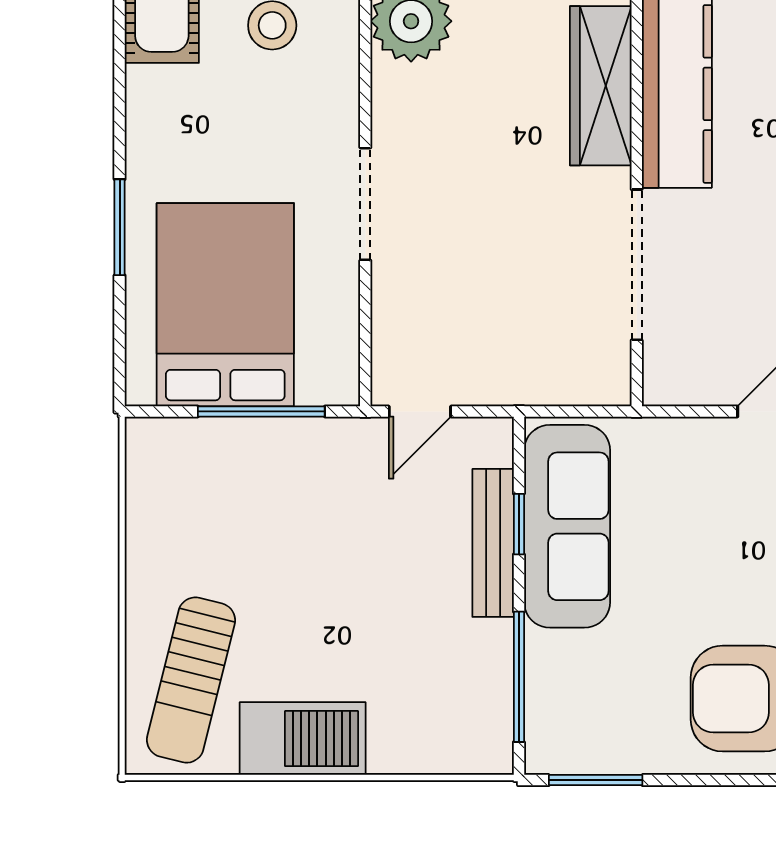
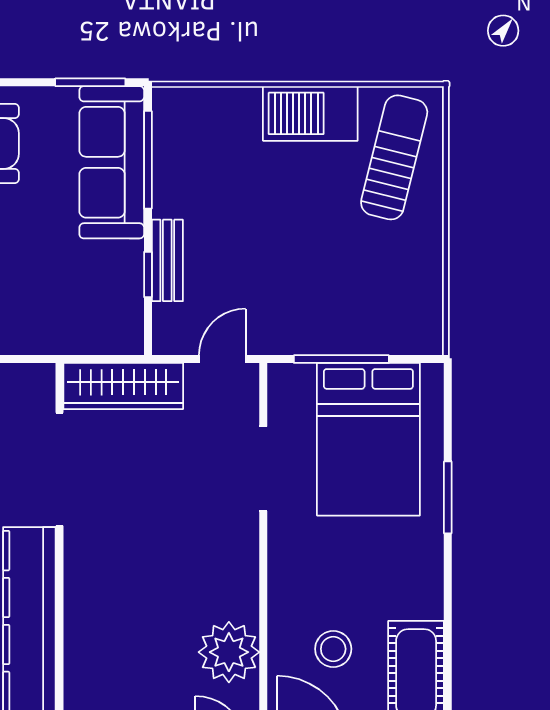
wardrobe: (601, 86) -> (123, 386), moved, turned 90
doorway: (365, 204) -> (263, 469), moved
sofa: (567, 526) -> (112, 162), moved
bench: (493, 543) -> (167, 260), width x0.73

